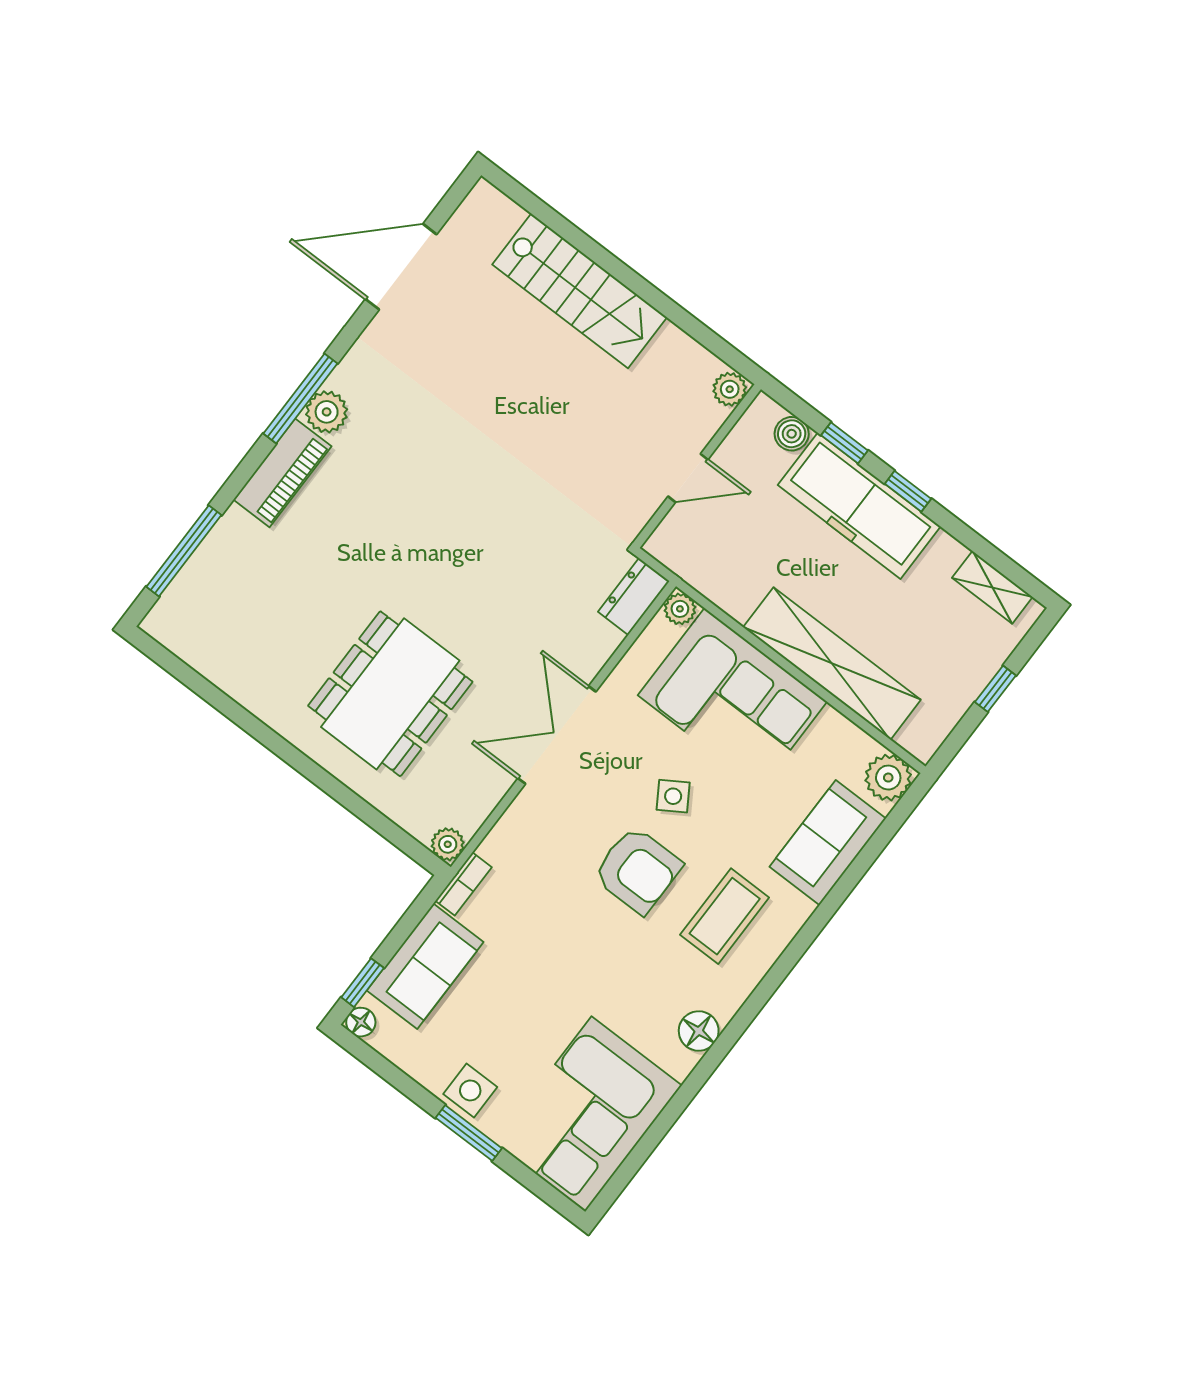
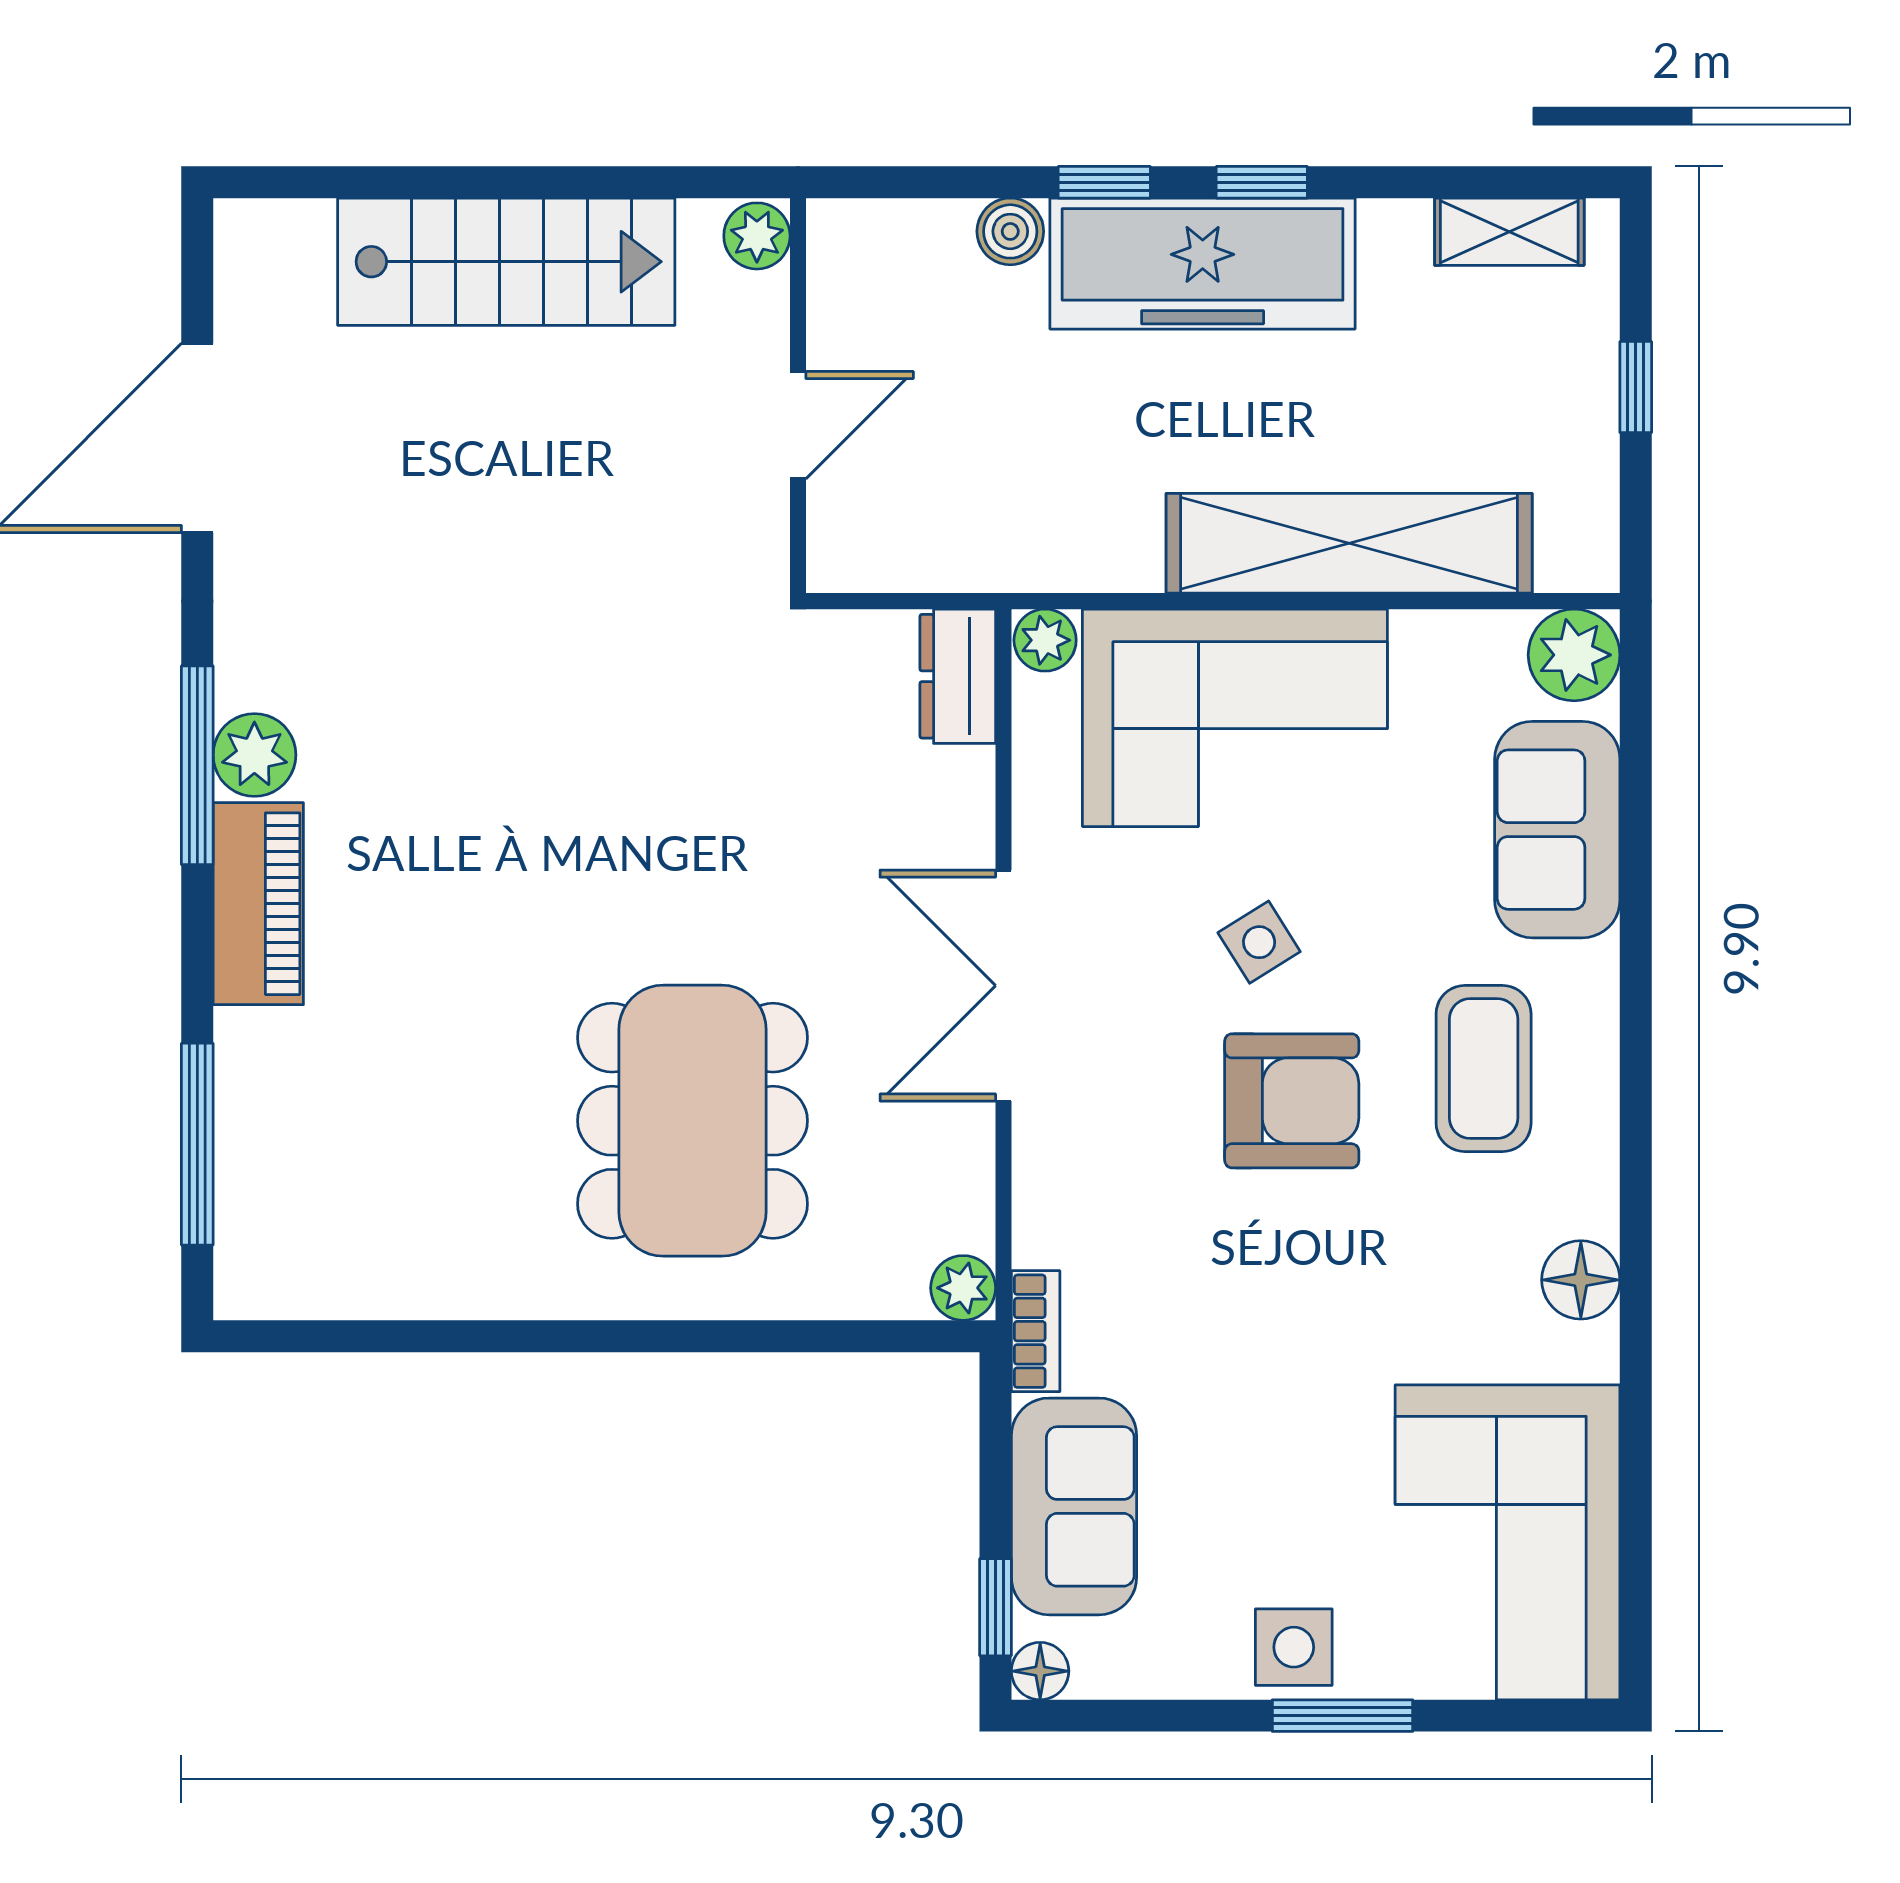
plant: (730, 389) -> (757, 236), moved
wall: (697, 466) -> (798, 396), moved
door: (688, 478) -> (798, 425), moved

